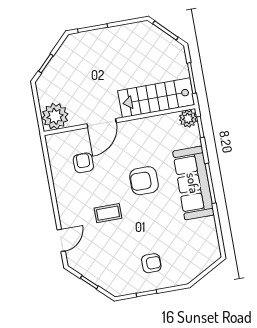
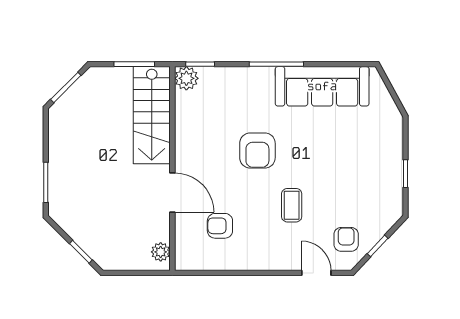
plant: (55, 116) -> (161, 252), width x0.53, depth x0.53
sofa: (193, 183) -> (322, 86), moved
armchair: (151, 263) -> (346, 239), moved

